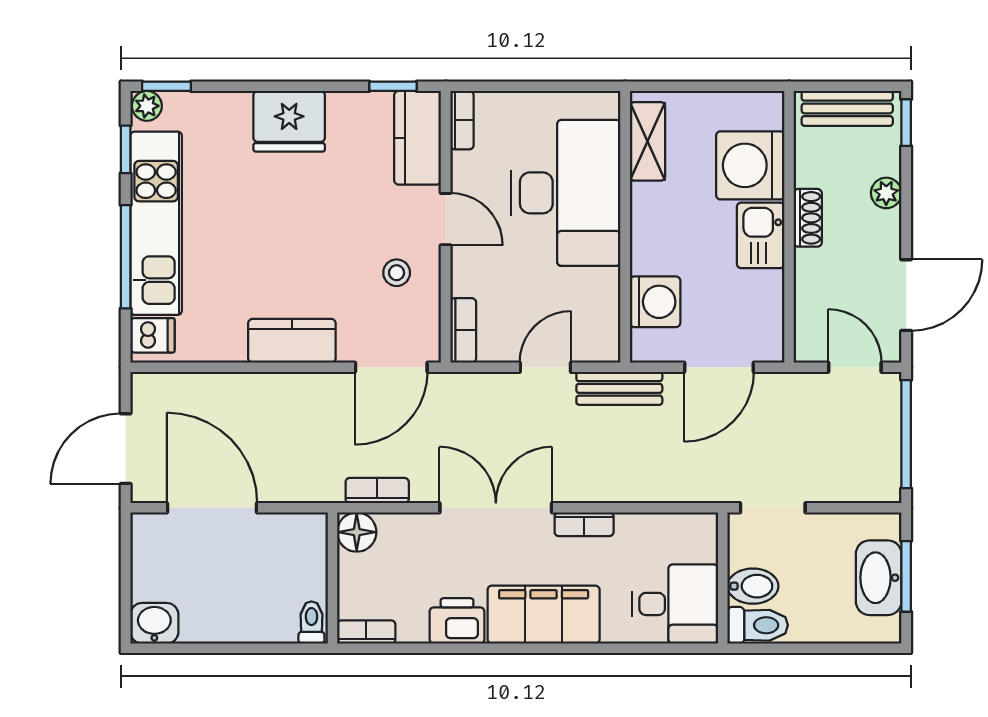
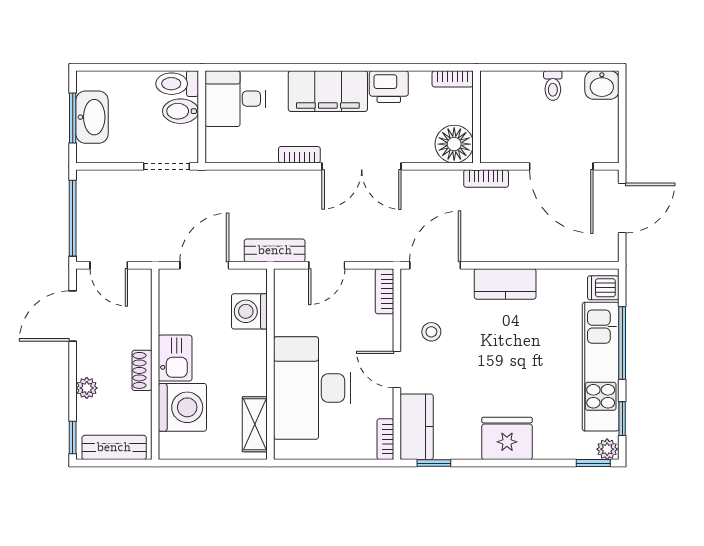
bookcase: (377, 490) -> (486, 179), moved
floor lamp: (357, 532) -> (454, 144), width x1.38, depth x1.38
toilet: (311, 622) -> (553, 86), moved

